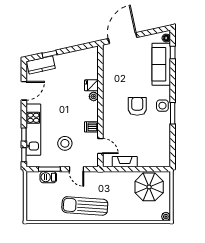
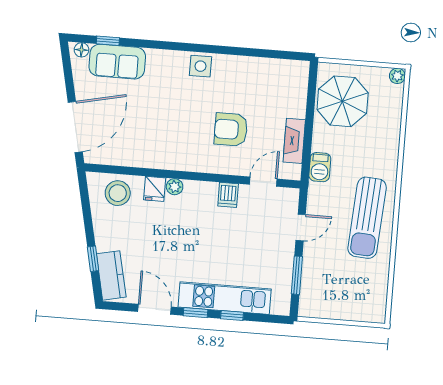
door: (123, 38) -> (75, 127), swing flipped
sofa: (161, 64) -> (117, 62), width x0.73
armchair: (137, 106) -> (231, 129), moved
window: (173, 113) -> (216, 49), removed
stool: (65, 143) -> (118, 193), moved
window: (24, 155) -> (195, 313), moved
barbecue: (48, 177) -> (320, 167), moved

